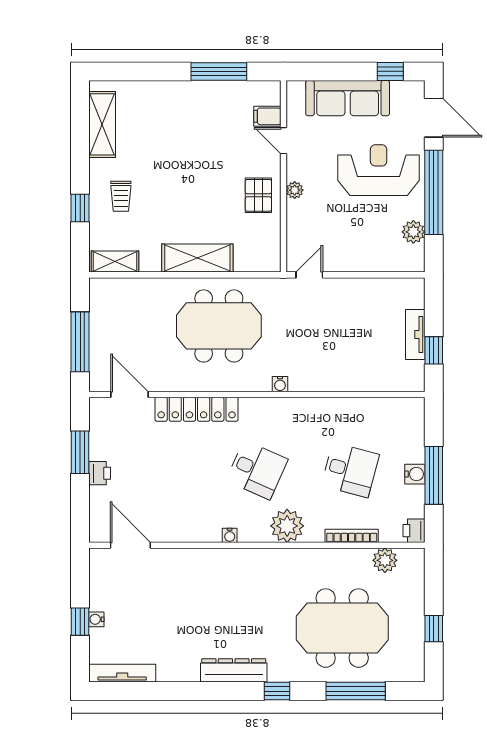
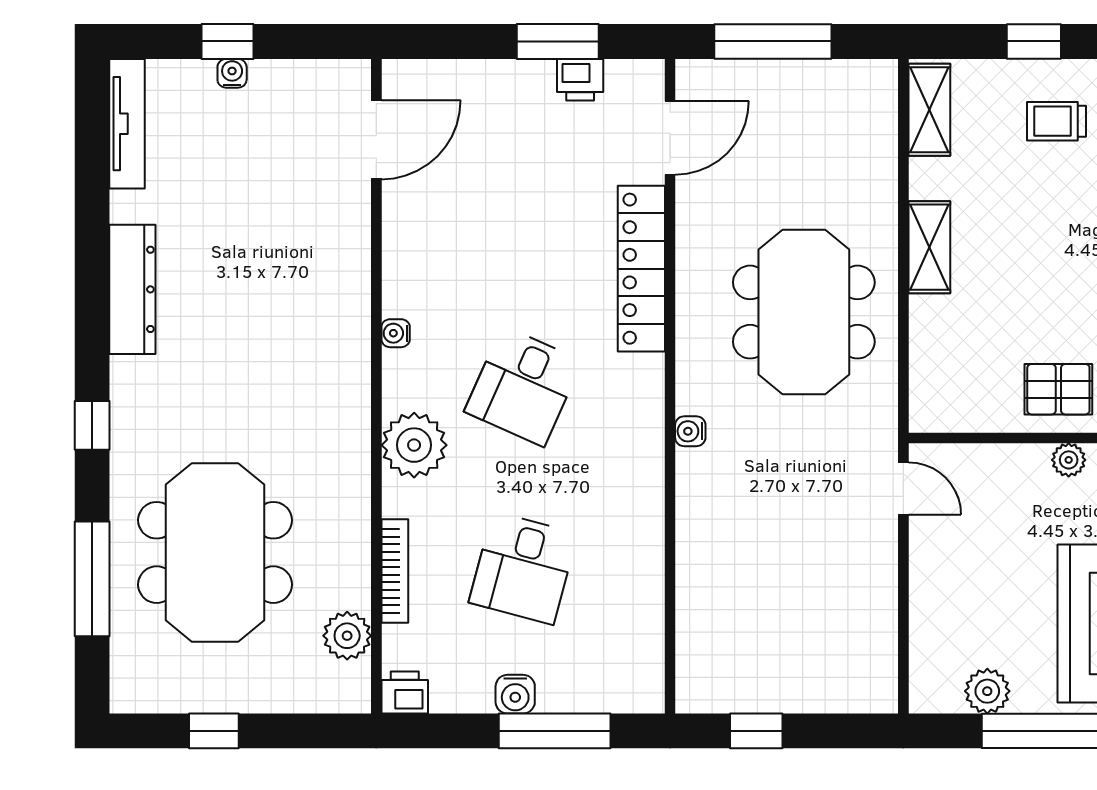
shelving: (197, 258) -> (929, 247), width x0.67, depth x0.75
tv unit: (415, 334) -> (787, 695), removed
printer: (100, 473) -> (580, 80), moved
window: (434, 475) -> (555, 731), moved
dresser: (234, 670) -> (132, 289), moved

